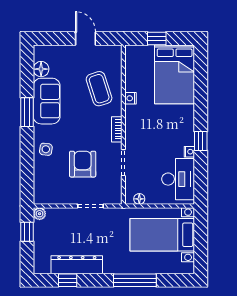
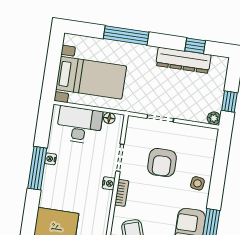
nightstand: (131, 98) -> (109, 183), moved
window: (201, 141) -> (37, 168), width x2.17
desk: (178, 179) -> (79, 125), moved, turned 90

